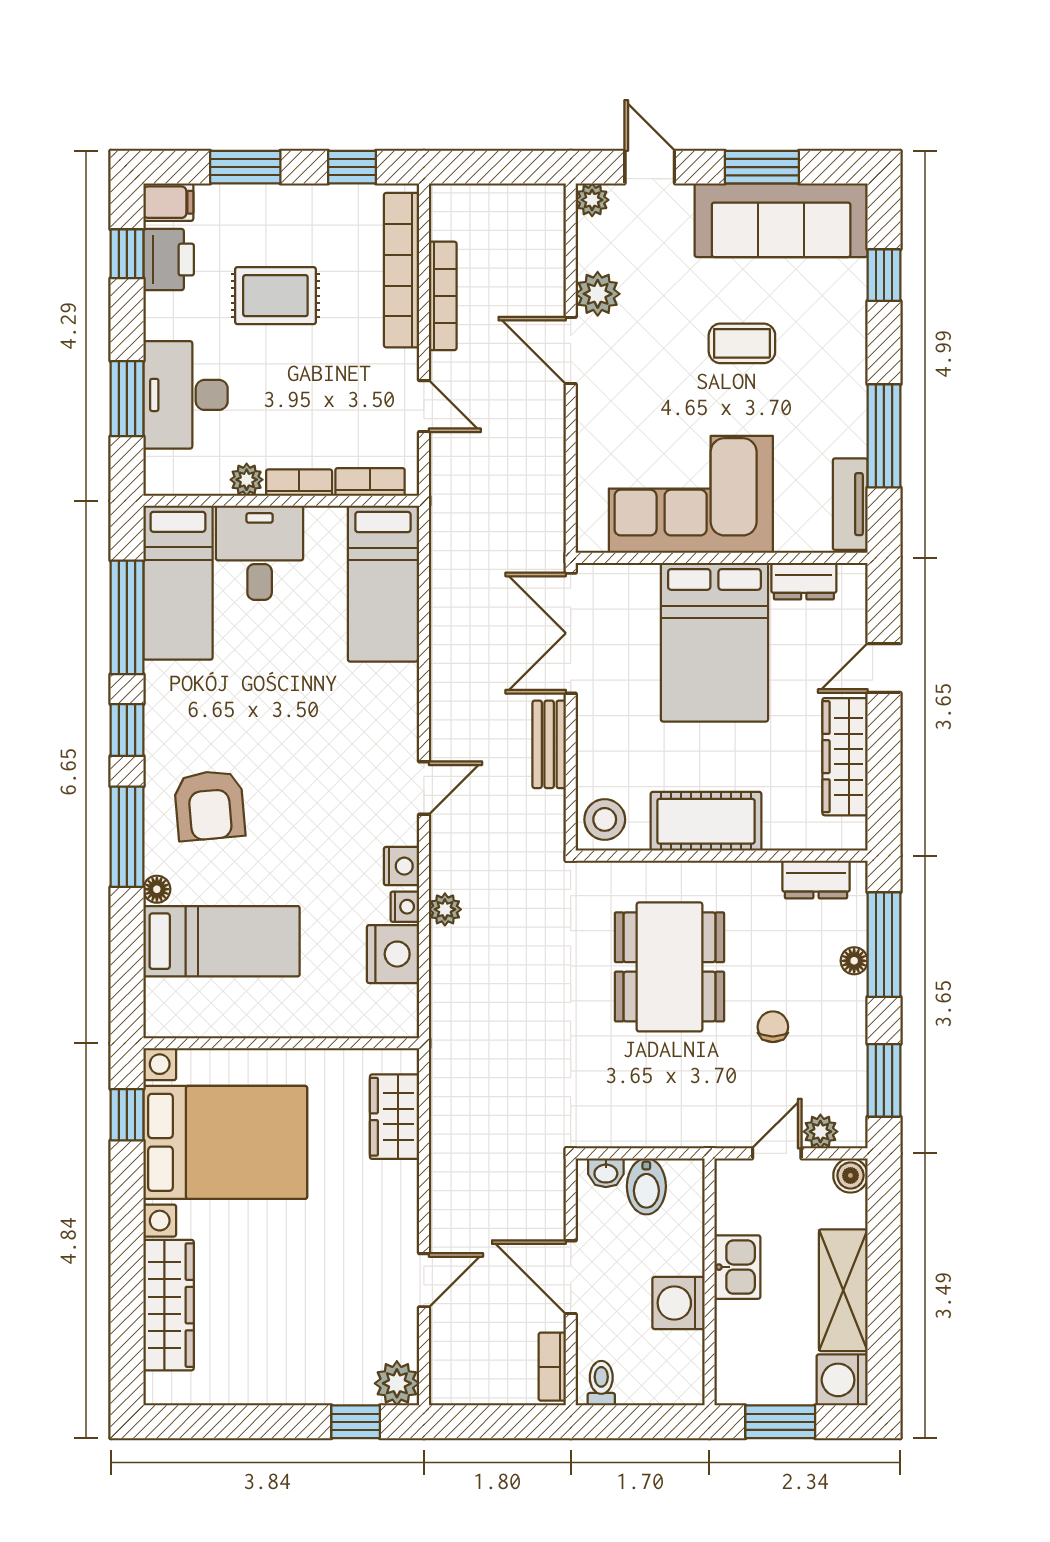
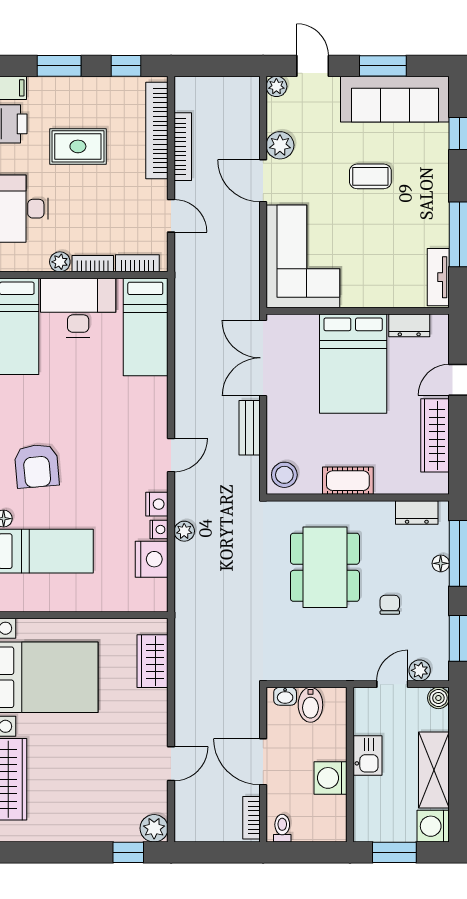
corner sofa: (691, 494) -> (303, 256), moved, turned 90
desk: (260, 553) -> (78, 308), width x1.37
cot: (706, 821) -> (348, 481), width x0.73, depth x0.75

